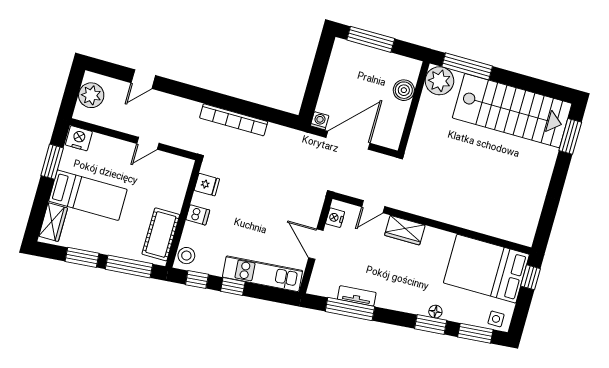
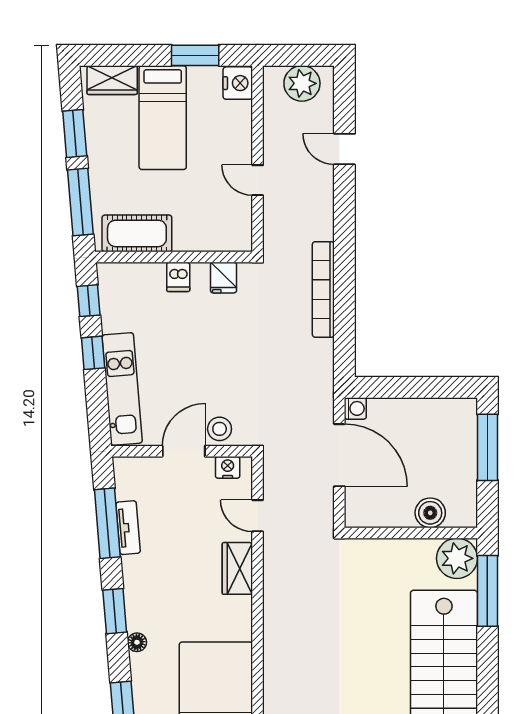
stool: (186, 256) -> (220, 429), moved
window: (431, 325) -> (115, 611), moved

